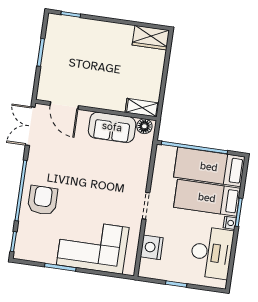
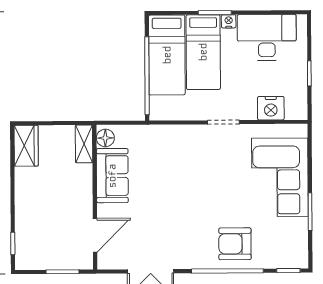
door: (64, 105) -> (95, 235), moved
shelving: (142, 108) -> (84, 144), moved
wall: (96, 110) -> (95, 197), moved
floor lamp: (144, 126) -> (105, 138), moved
sofa: (112, 127) -> (112, 176), moved

